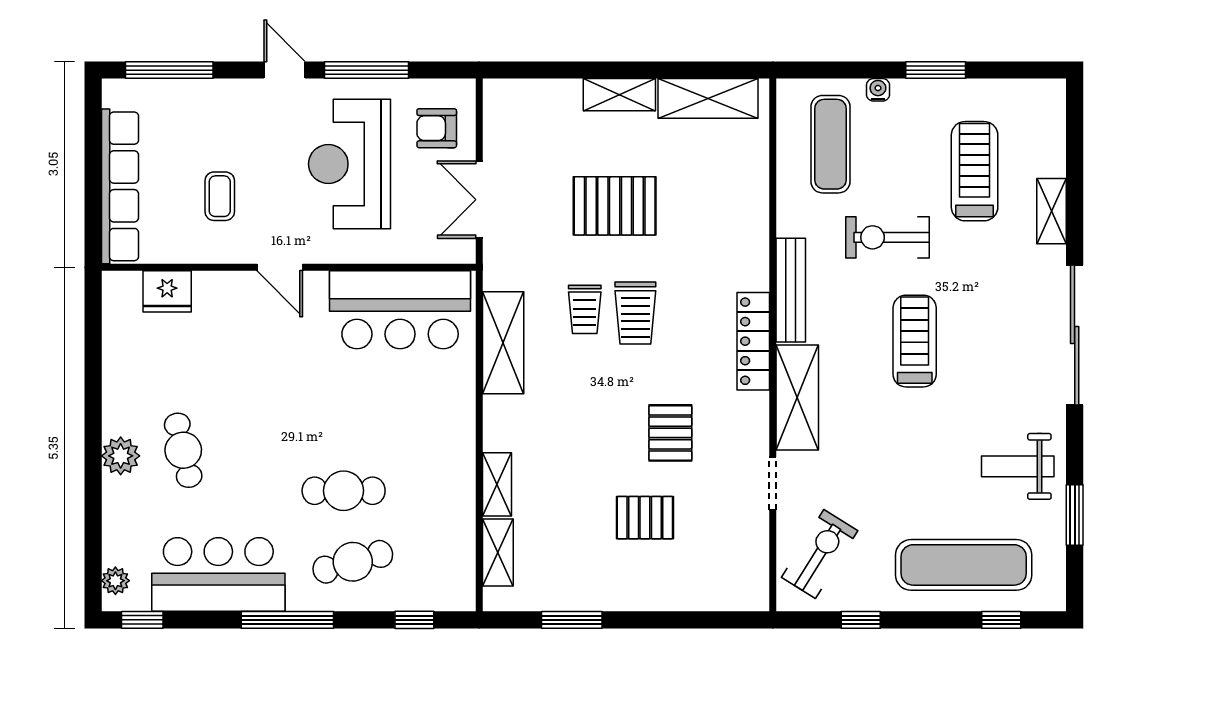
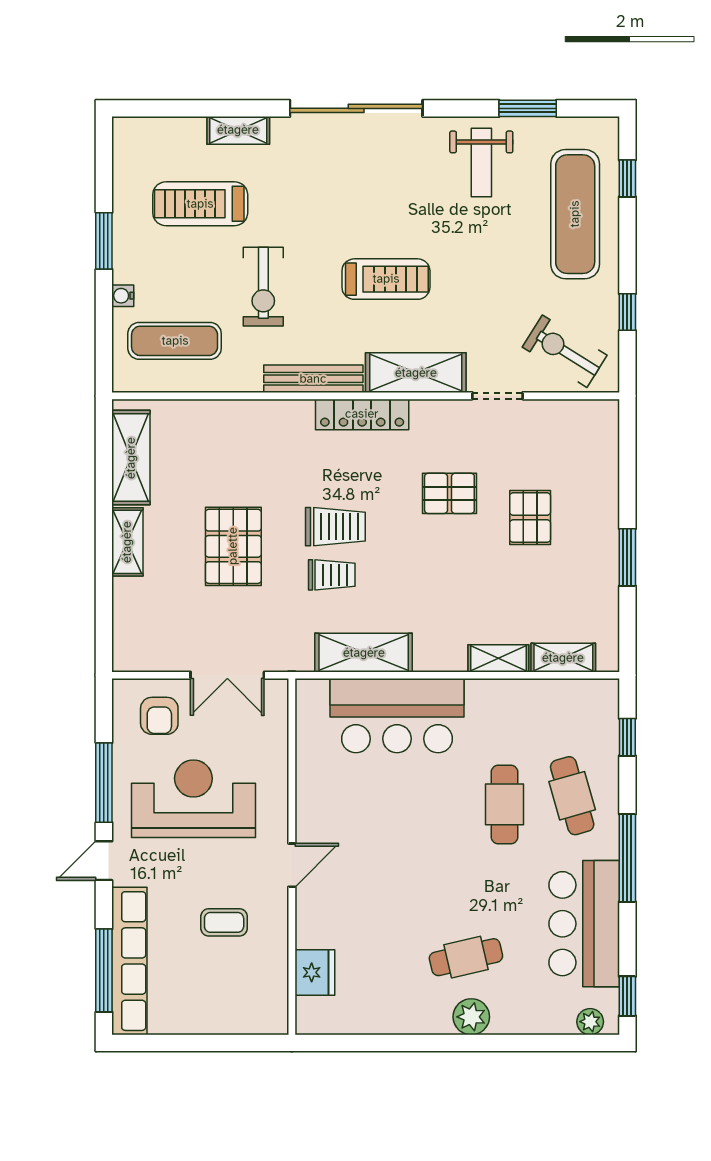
reception desk: (350, 164) -> (193, 799), turned 180
row of seats: (120, 186) -> (129, 961), moved, turned 90
bar counter: (400, 310) -> (397, 716), moved, turned 90
treadmill: (915, 341) -> (386, 279), moved, turned 180
window: (572, 620) -> (627, 557), moved

